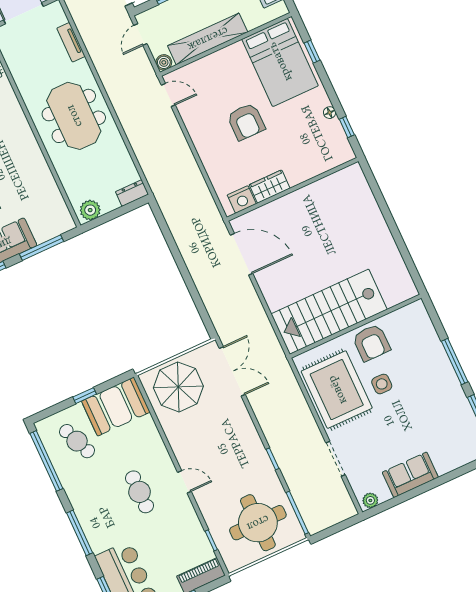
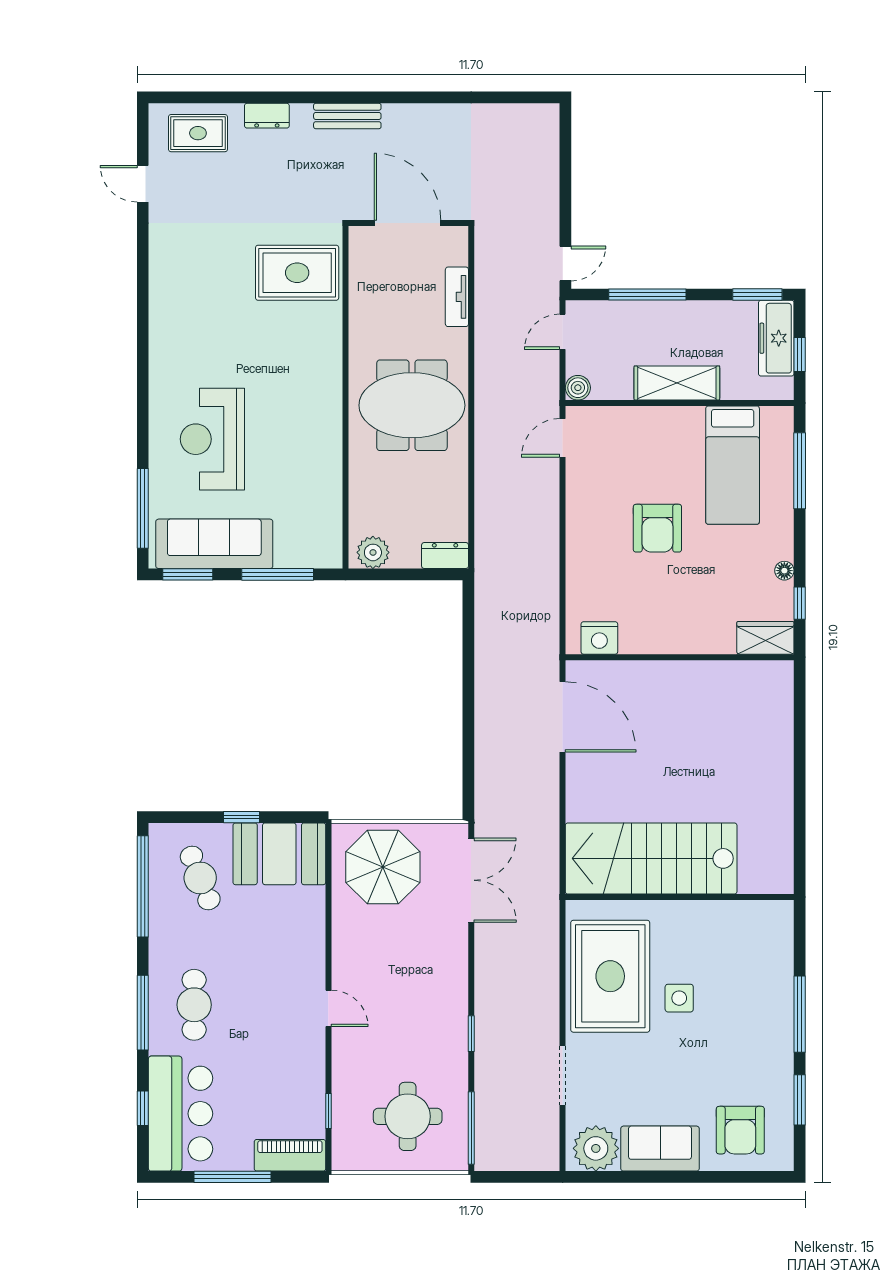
shelving: (208, 39) -> (677, 383), width x0.68
window: (312, 52) -> (800, 471), width x2.17
bed: (280, 62) -> (733, 465), width x0.67
door: (168, 95) -> (563, 438), swing flipped
meeting table: (74, 116) -> (412, 405), turned 90
wardrobe: (270, 187) -> (765, 638), moved
armchair: (371, 343) -> (740, 1130), moved
cafe table: (140, 492) -> (194, 1005), moved
plant: (370, 500) -> (596, 1148), width x1.88, depth x1.88
round table: (258, 523) -> (408, 1116), width x0.73, depth x0.73

